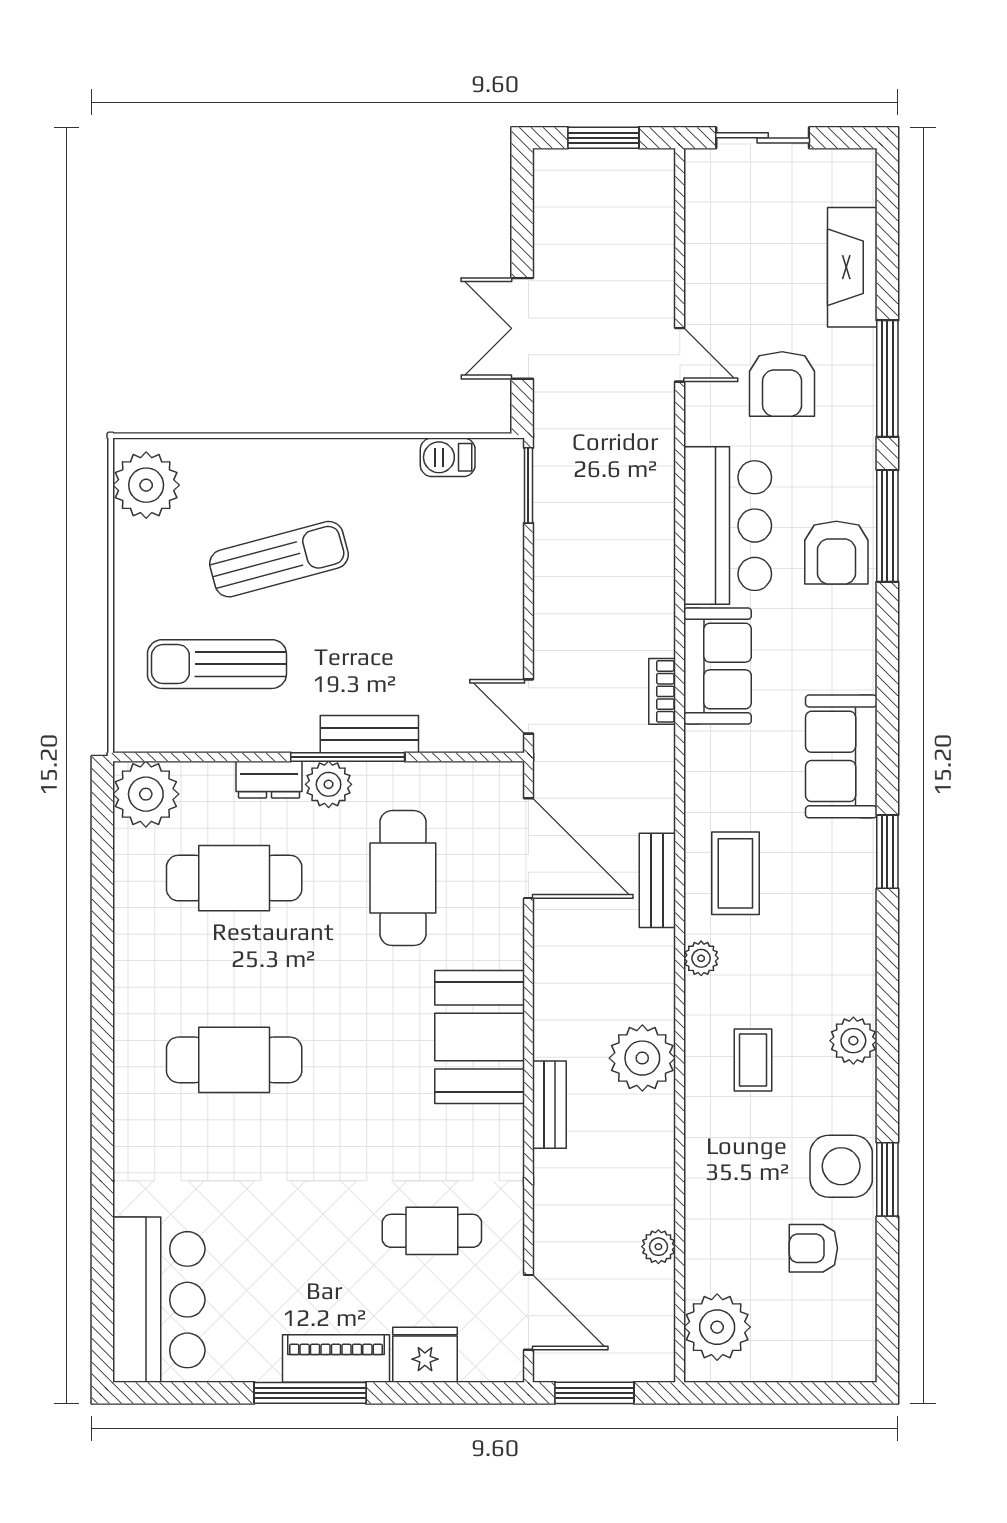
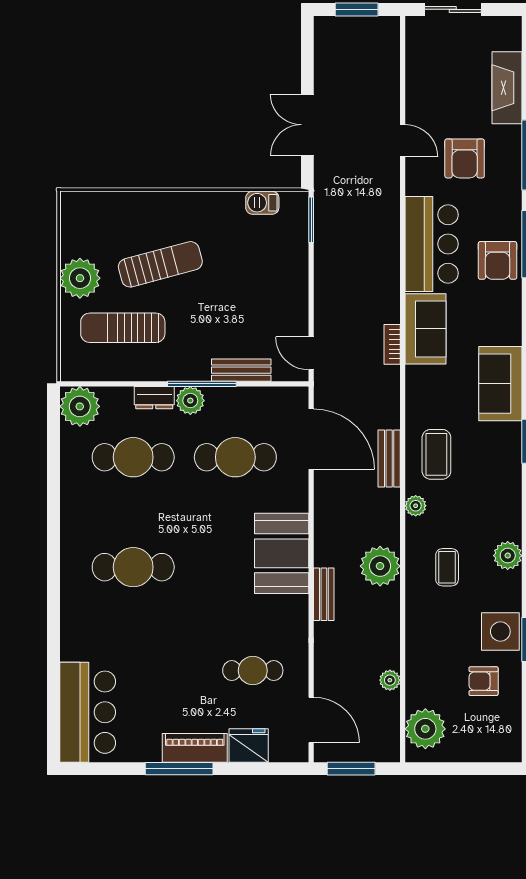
plant: (146, 485) -> (80, 278), moved
bench: (369, 734) -> (241, 370), moved
cafe table: (403, 878) -> (235, 457), turned 90

